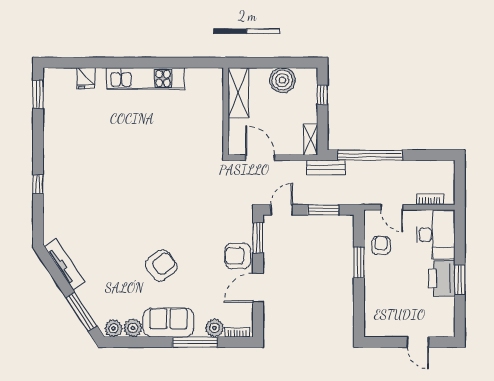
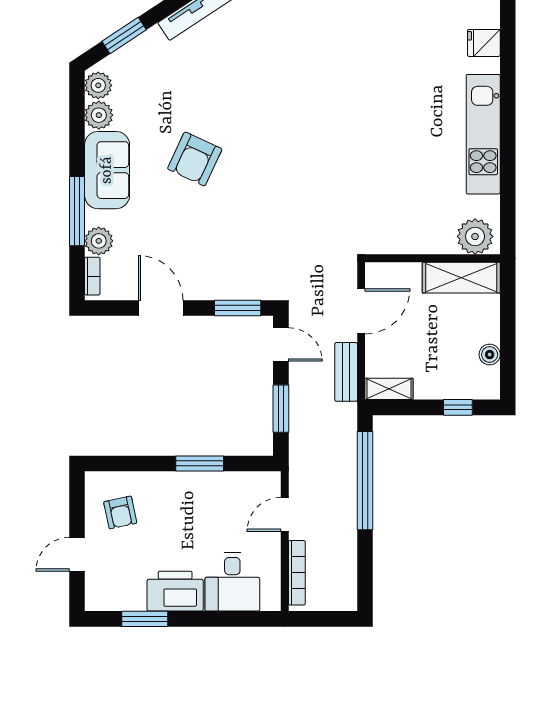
boiler: (282, 80) -> (490, 355), width x0.54, depth x0.54
plant: (212, 84) -> (475, 236), added
bench: (326, 167) -> (346, 372), moved
bookcase: (430, 199) -> (297, 573), width x1.56
desk: (436, 235) -> (232, 582), width x0.73
armchair: (381, 245) -> (120, 512), moved, turned 78
armchair: (238, 256) -> (210, 277), removed
armchair: (161, 266) -> (195, 159), turned 63
window: (460, 280) -> (145, 619), moved
window: (81, 311) -> (124, 35), width x0.69

